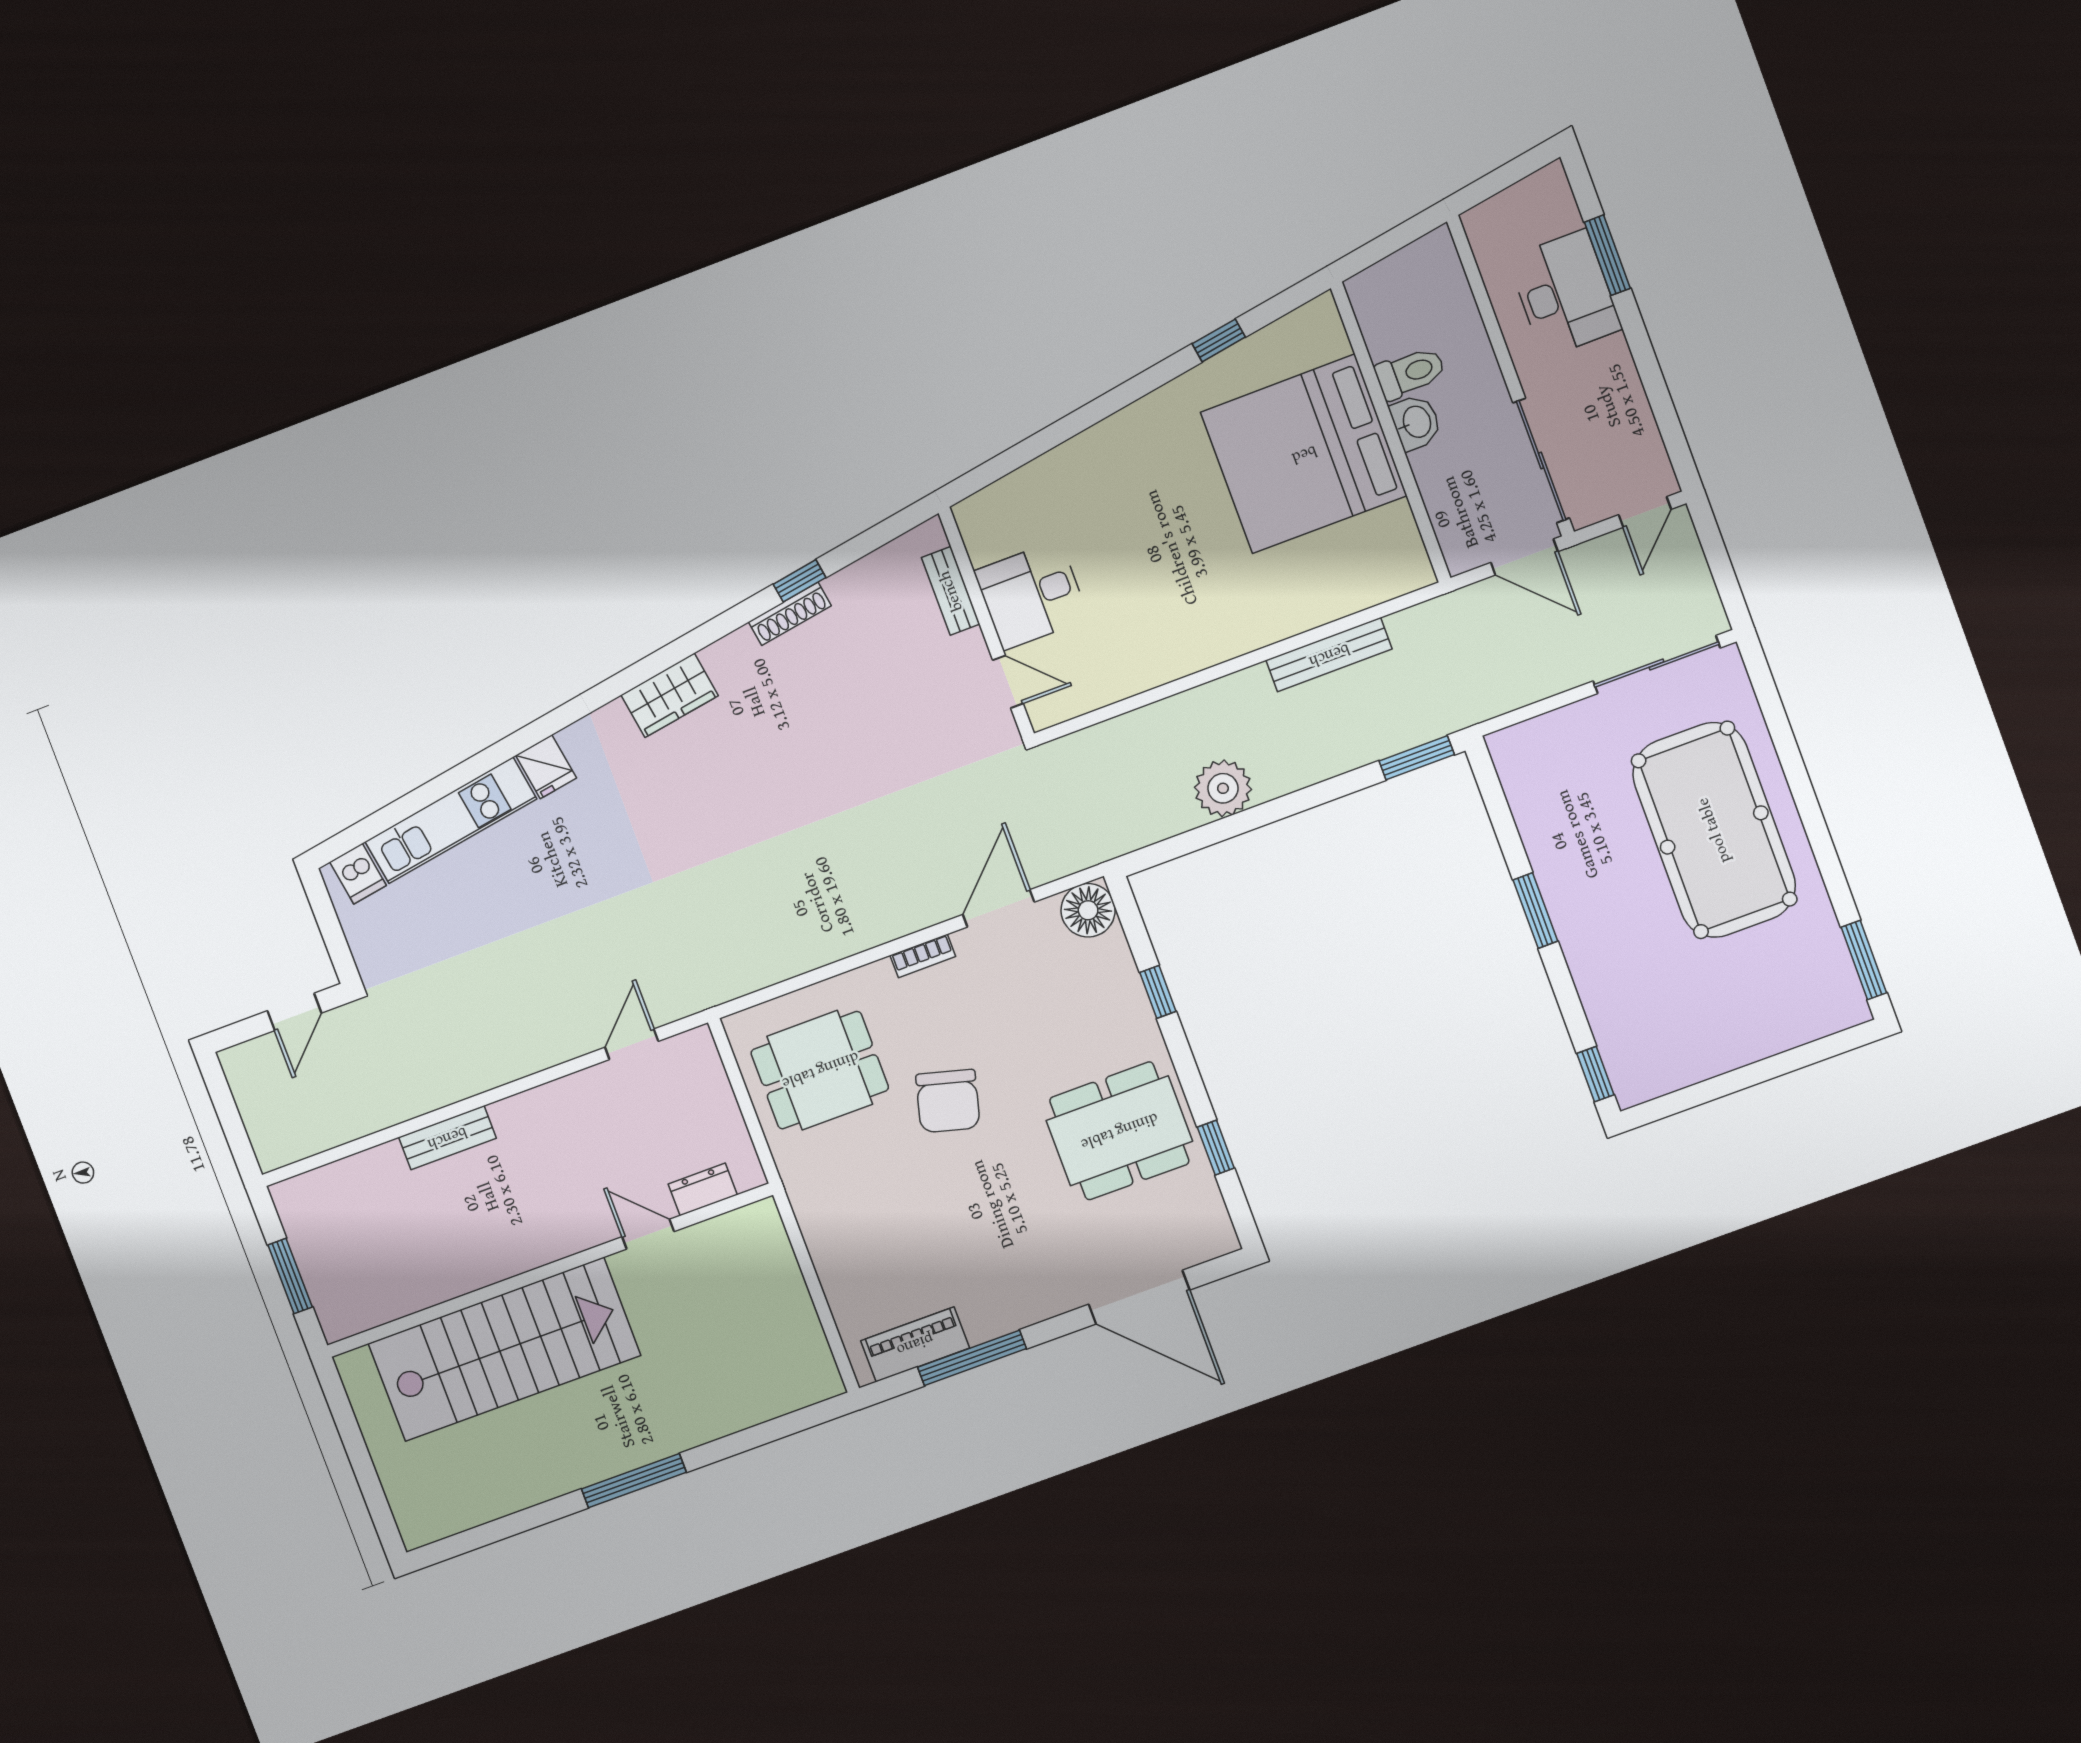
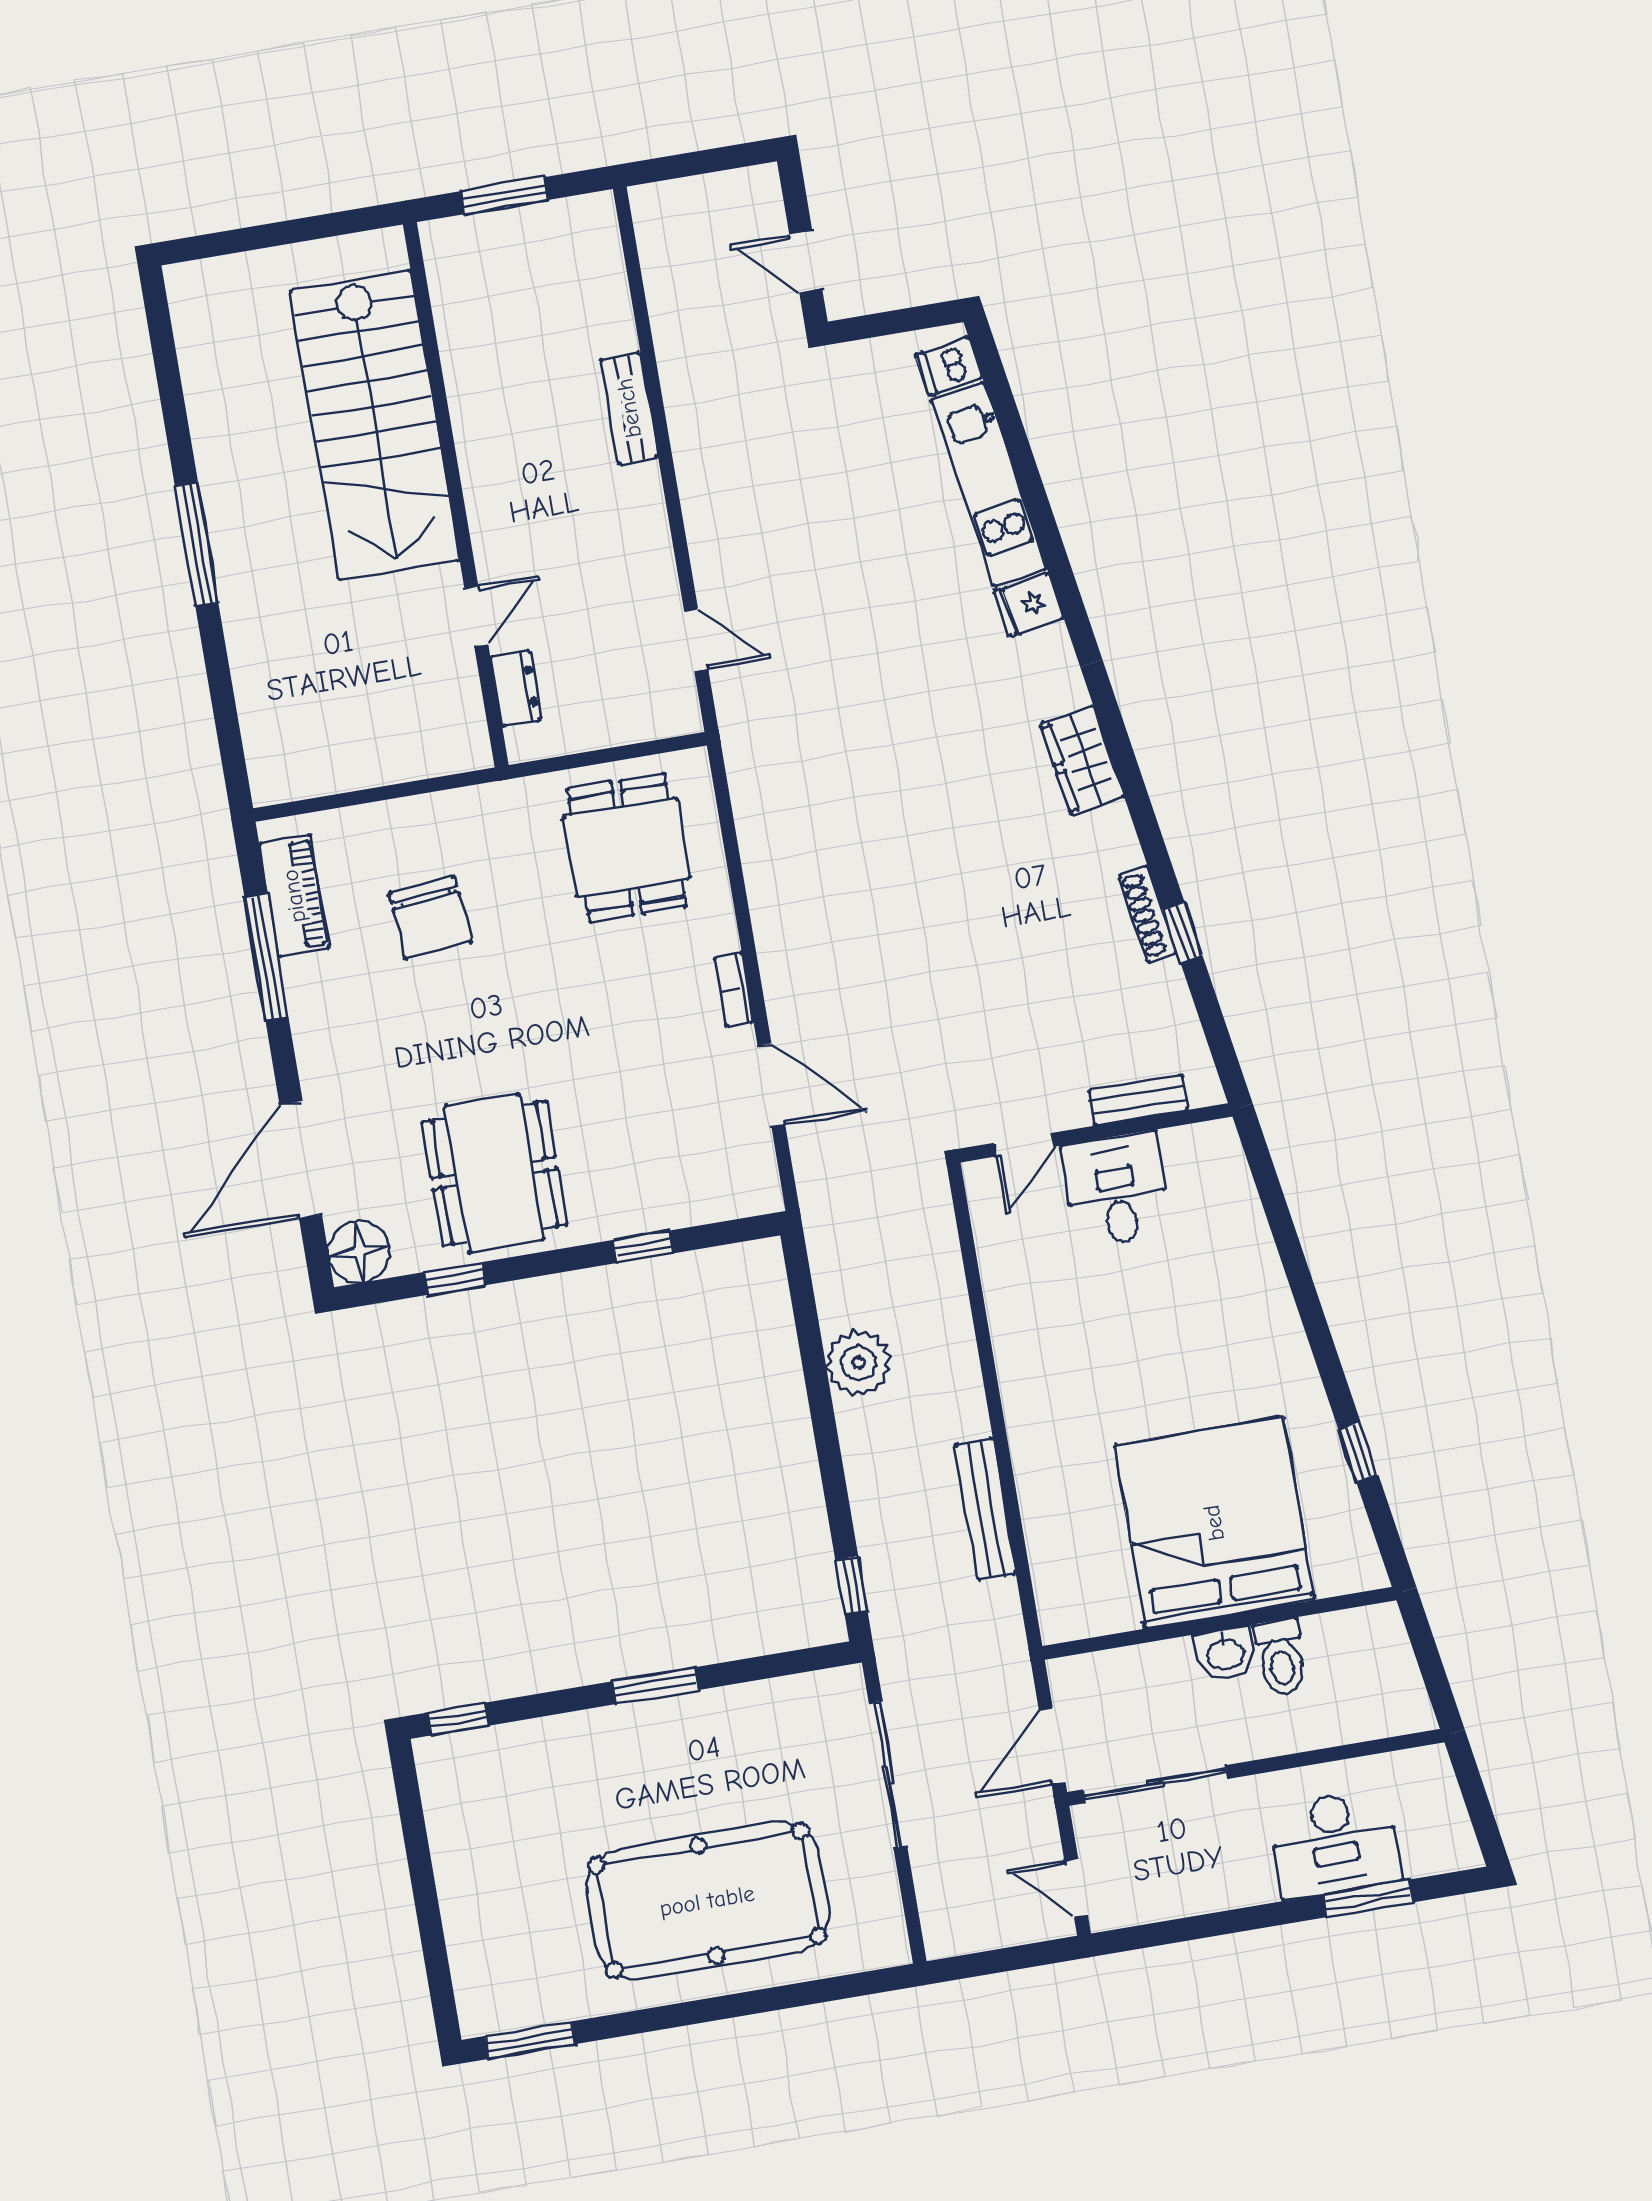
sliding door: (1657, 665) -> (888, 1775), moved
window: (1417, 758) -> (851, 1585), width x0.67
floor lamp: (1088, 910) -> (359, 1252), moved
chair: (948, 1101) -> (430, 917), moved, turned -110

